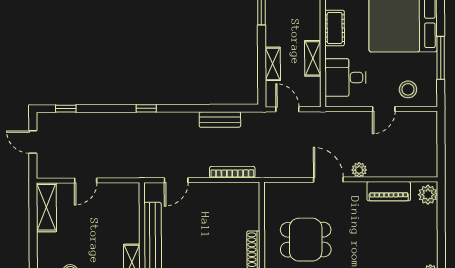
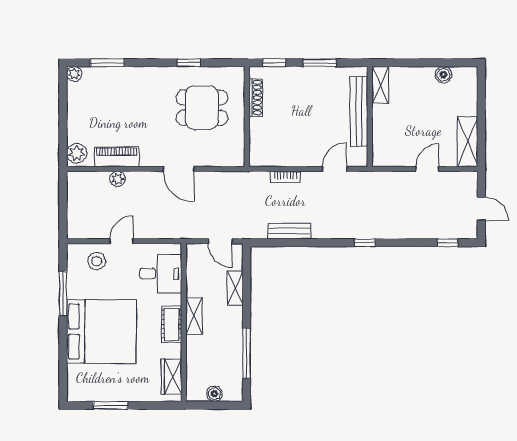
shelving: (313, 58) -> (194, 316), moved
plant: (359, 170) -> (117, 179), moved
bookcase: (232, 172) -> (285, 177), width x0.64

